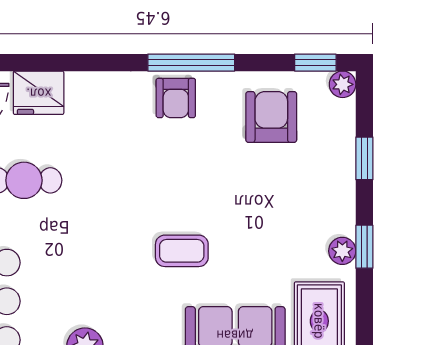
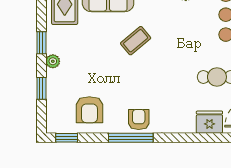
plant: (343, 84) -> (53, 126), removed
coffee table: (182, 251) -> (136, 41), turned -40
plant: (342, 251) -> (53, 61), moved

